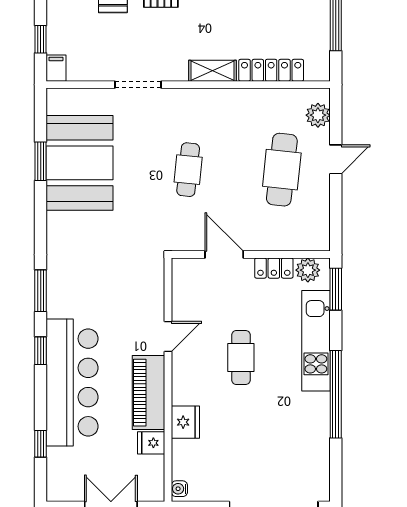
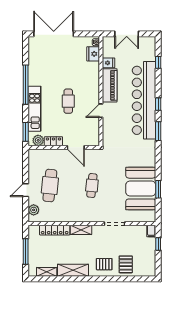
bar counter: (72, 382) -> (144, 100), width x1.36
fridge: (185, 422) -> (93, 54), moved

